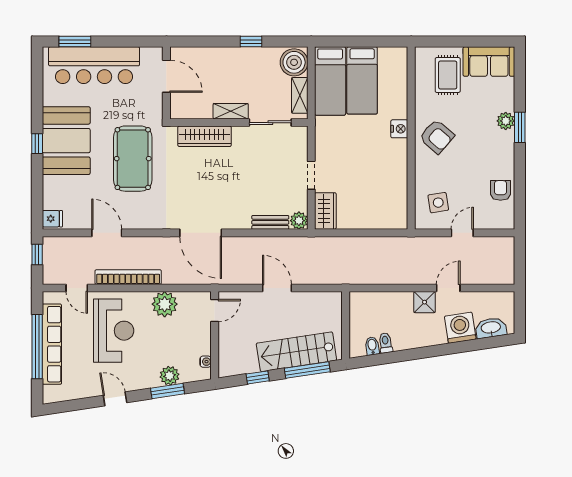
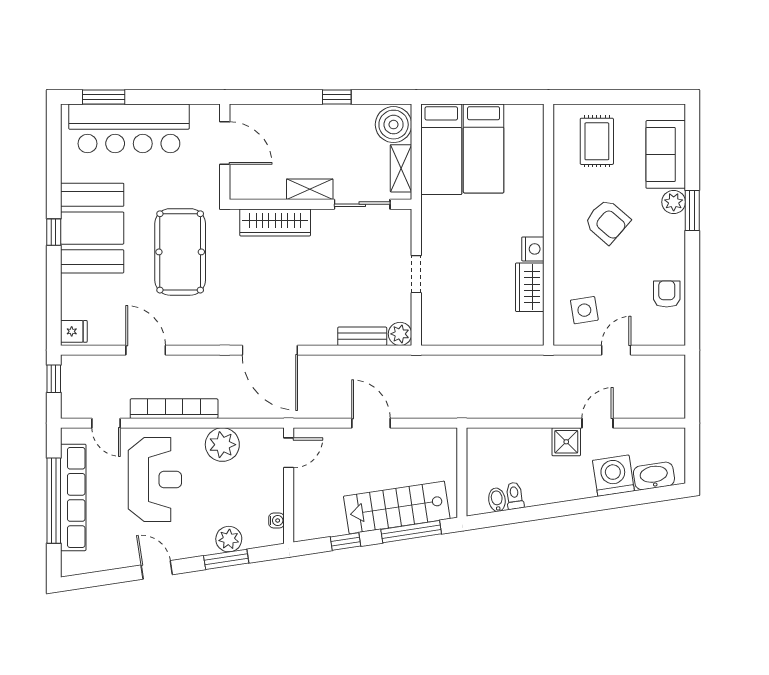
sofa: (489, 62) -> (666, 154), moved, turned 90
nightstand: (399, 129) -> (533, 249), moved
armchair: (437, 136) -> (607, 221), moved
wardrobe: (325, 211) -> (530, 287), moved, turned 180

